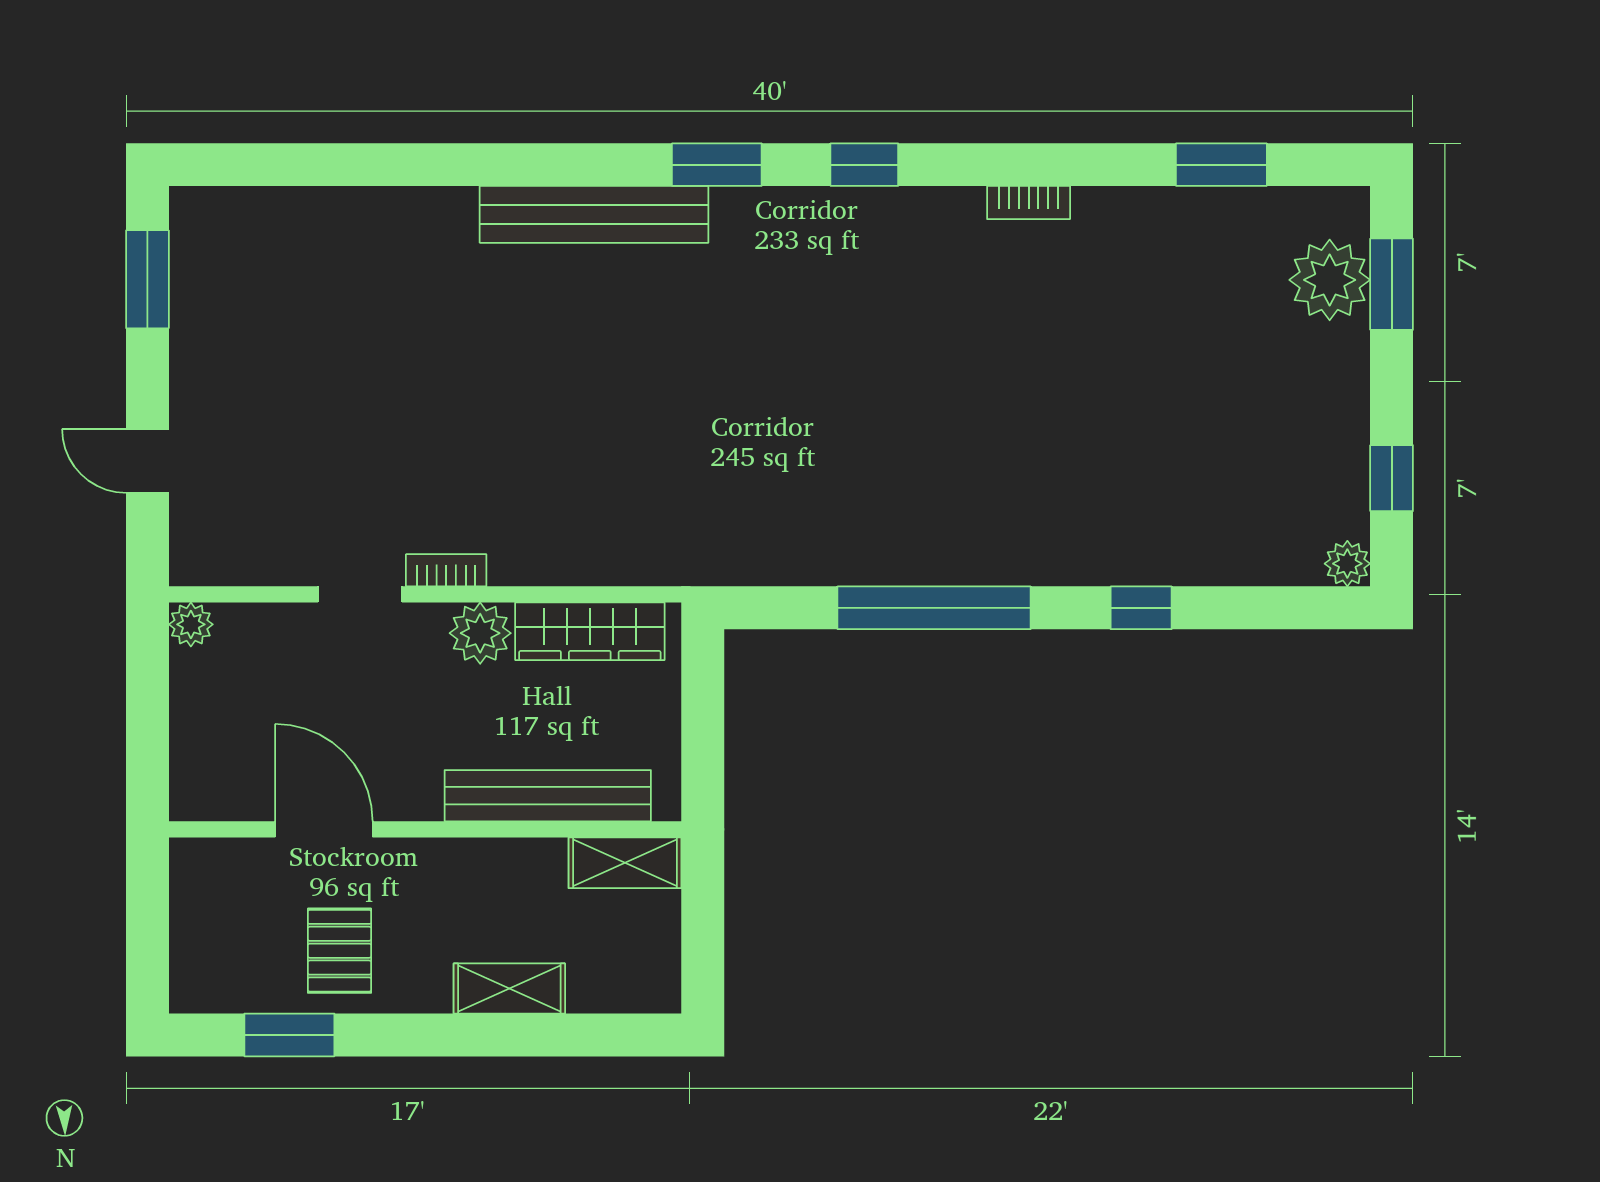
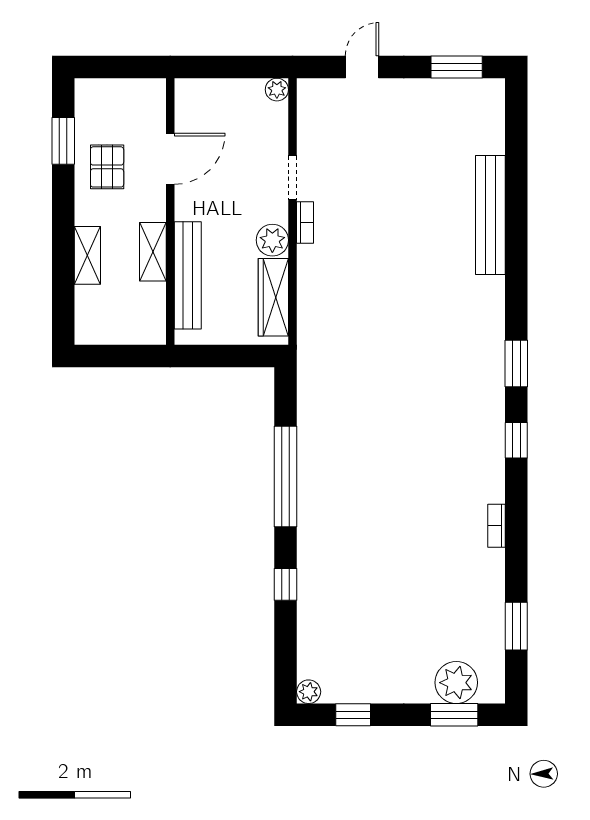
bench: (594, 214) -> (490, 215), moved
shelving: (625, 863) -> (153, 252), moved
pallet: (339, 951) -> (107, 167), turned 90

